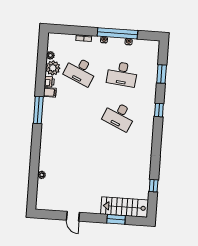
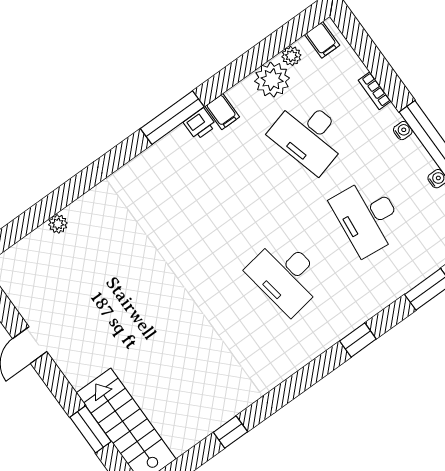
filing cabinet: (53, 41) -> (322, 40), added
desk: (80, 71) -> (309, 135), turned -39
printer: (49, 82) -> (200, 124), moved
desk: (119, 116) -> (286, 276), turned -33
window: (154, 186) -> (230, 432), moved

